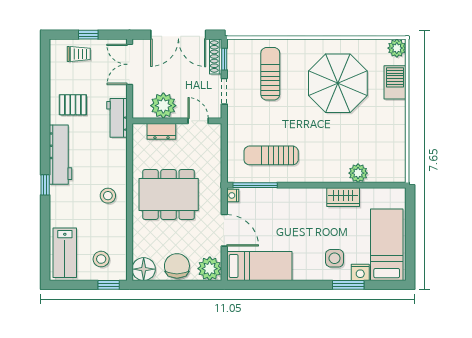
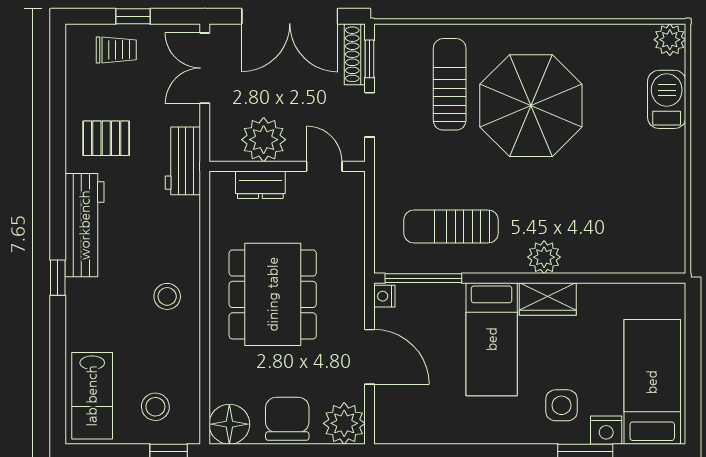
parasol: (338, 83) -> (531, 106), moved
plant: (358, 173) -> (544, 257), moved
dining table: (169, 195) -> (273, 294), turned 90
wardrobe: (343, 197) -> (548, 299), moved
bed: (259, 266) -> (492, 339), moved, turned 90

